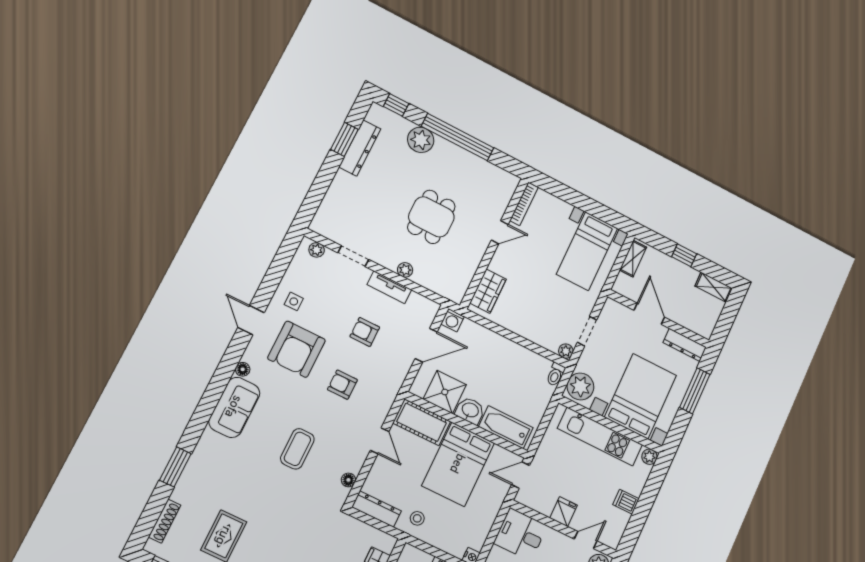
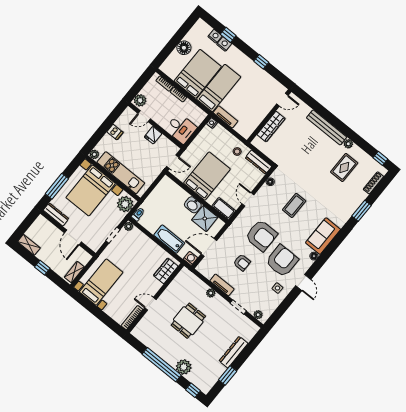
dresser: (360, 148) -> (233, 352), moved
armchair: (342, 385) -> (261, 235), width x1.88, depth x1.88
cot: (422, 422) -> (224, 209), width x0.73, depth x0.75
bathtub: (506, 427) -> (169, 239), moved, turned 180

